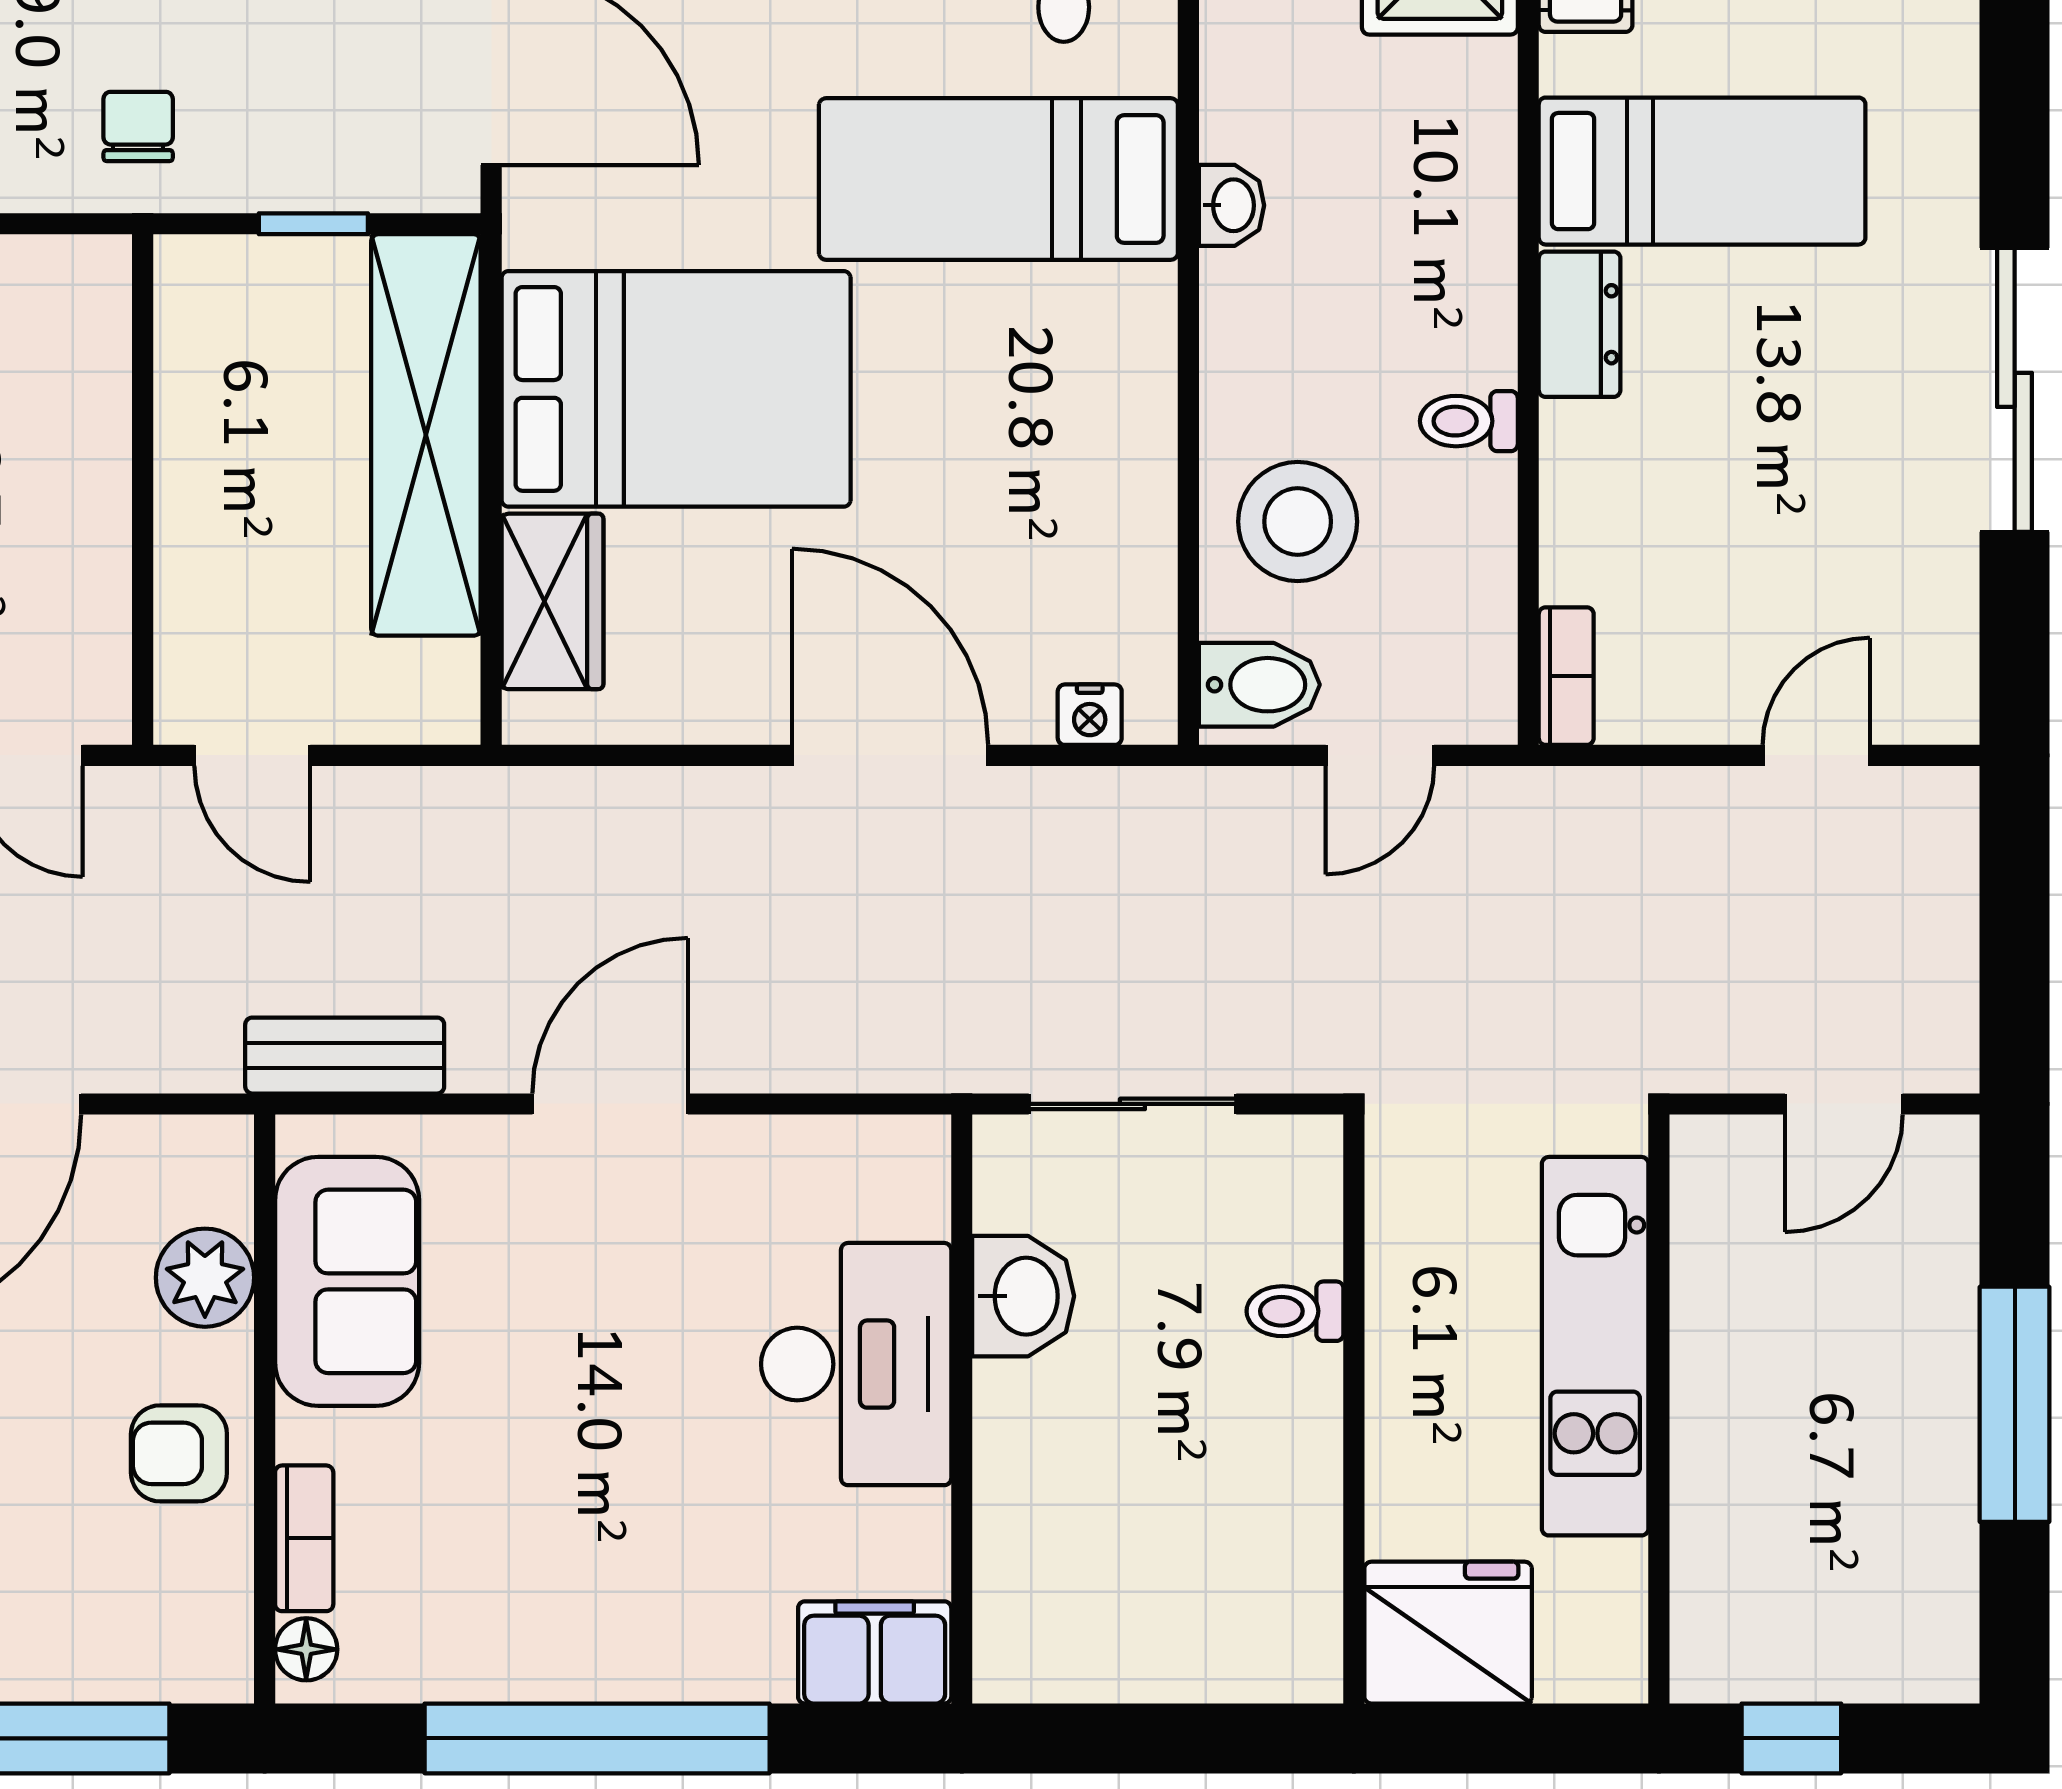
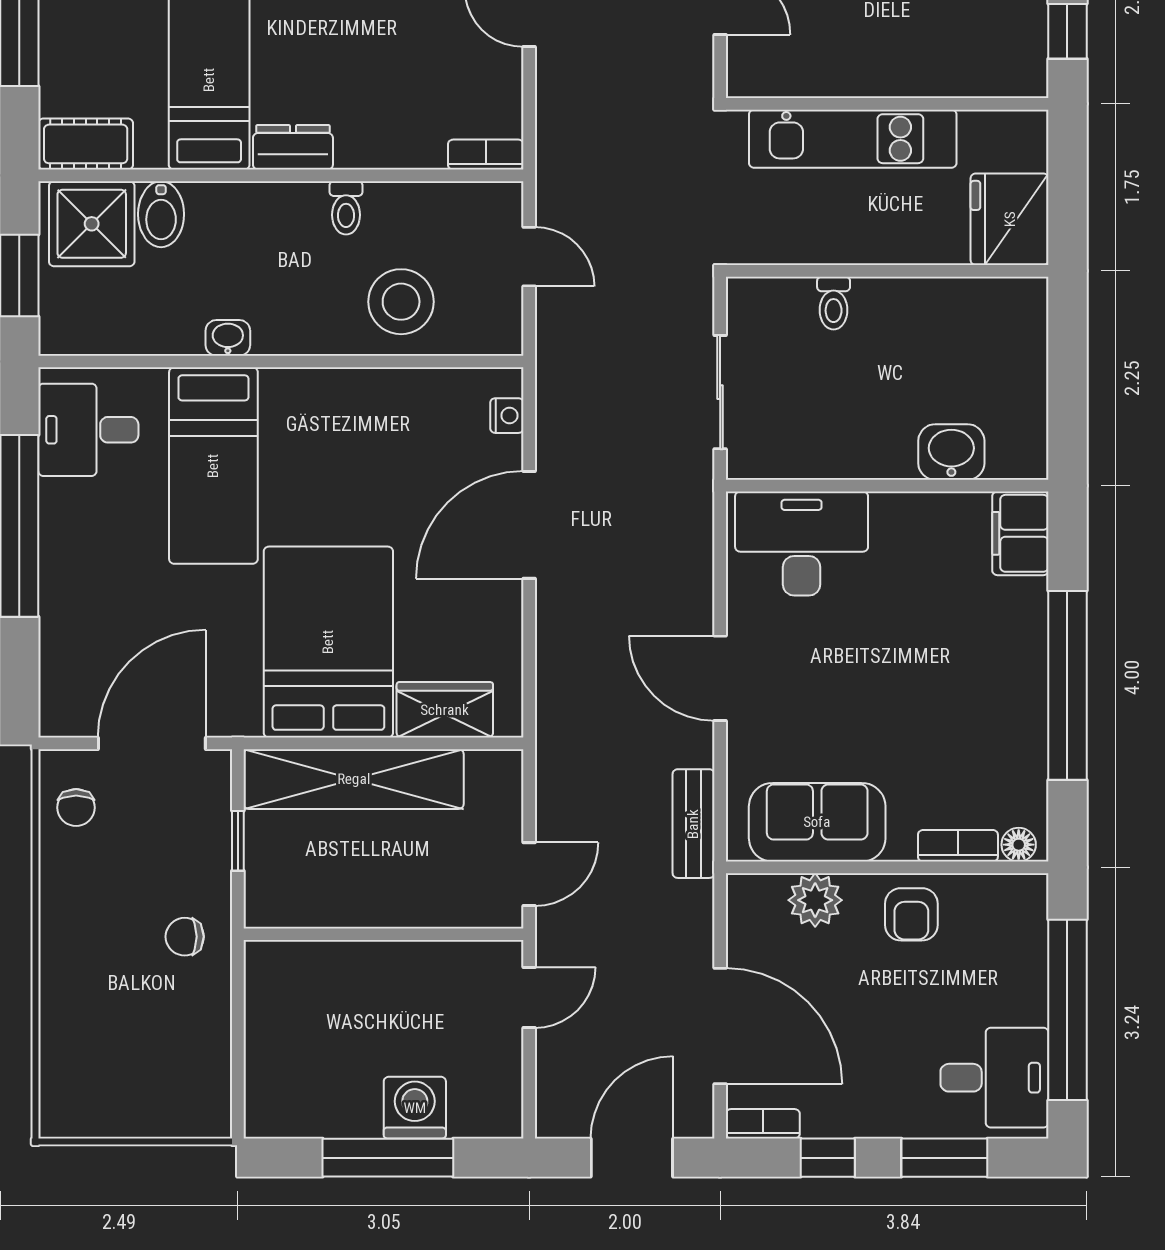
bidet: (1259, 685) -> (161, 214), moved, turned 180
washbasin: (1023, 1296) -> (951, 452), moved
desk: (856, 1364) -> (802, 543), moved

